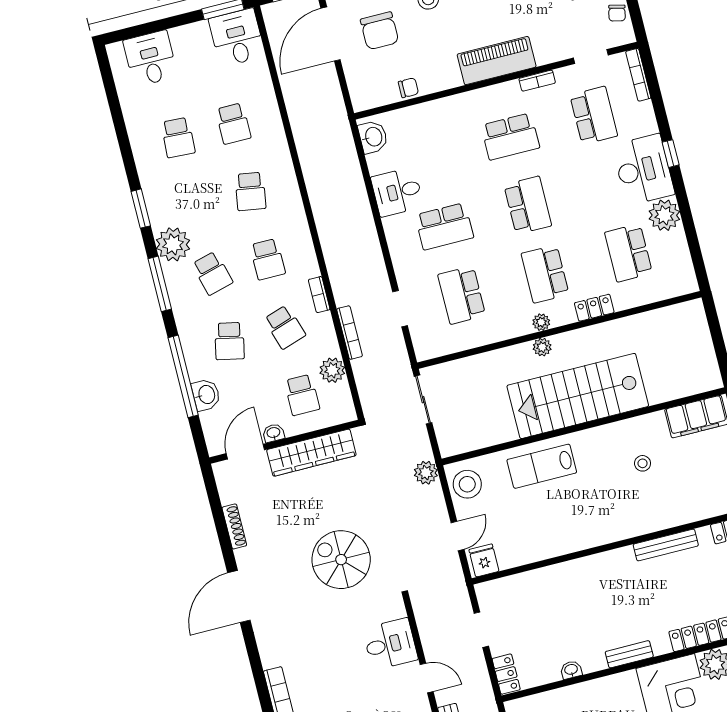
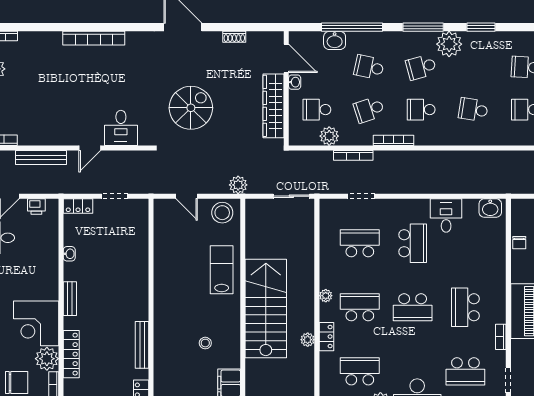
school desk: (444, 226) -> (413, 243), turned 180
bookcase: (319, 295) -> (393, 140), width x1.56
plant: (542, 347) -> (308, 340), moved
shoe rack: (234, 526) -> (234, 37), width x0.70
fridge: (484, 560) -> (164, 211), removed

